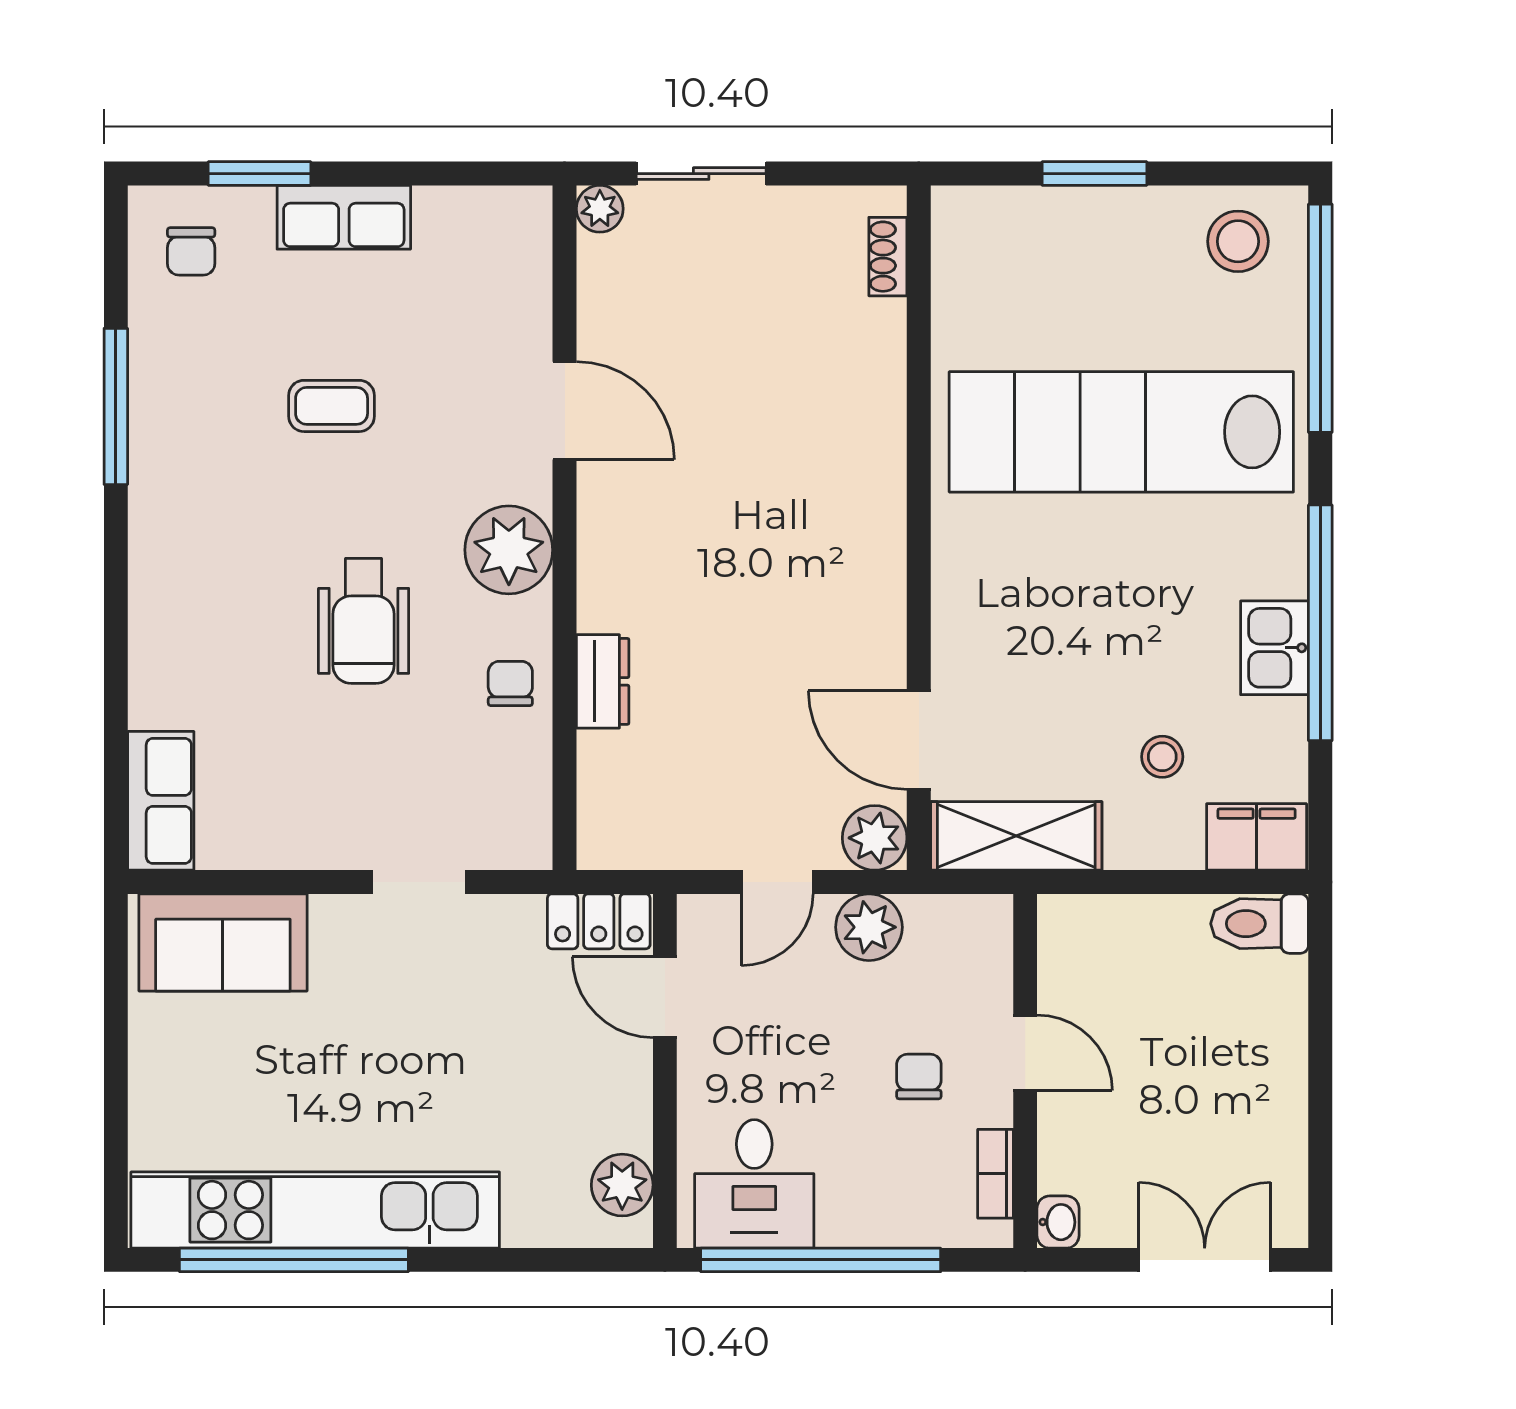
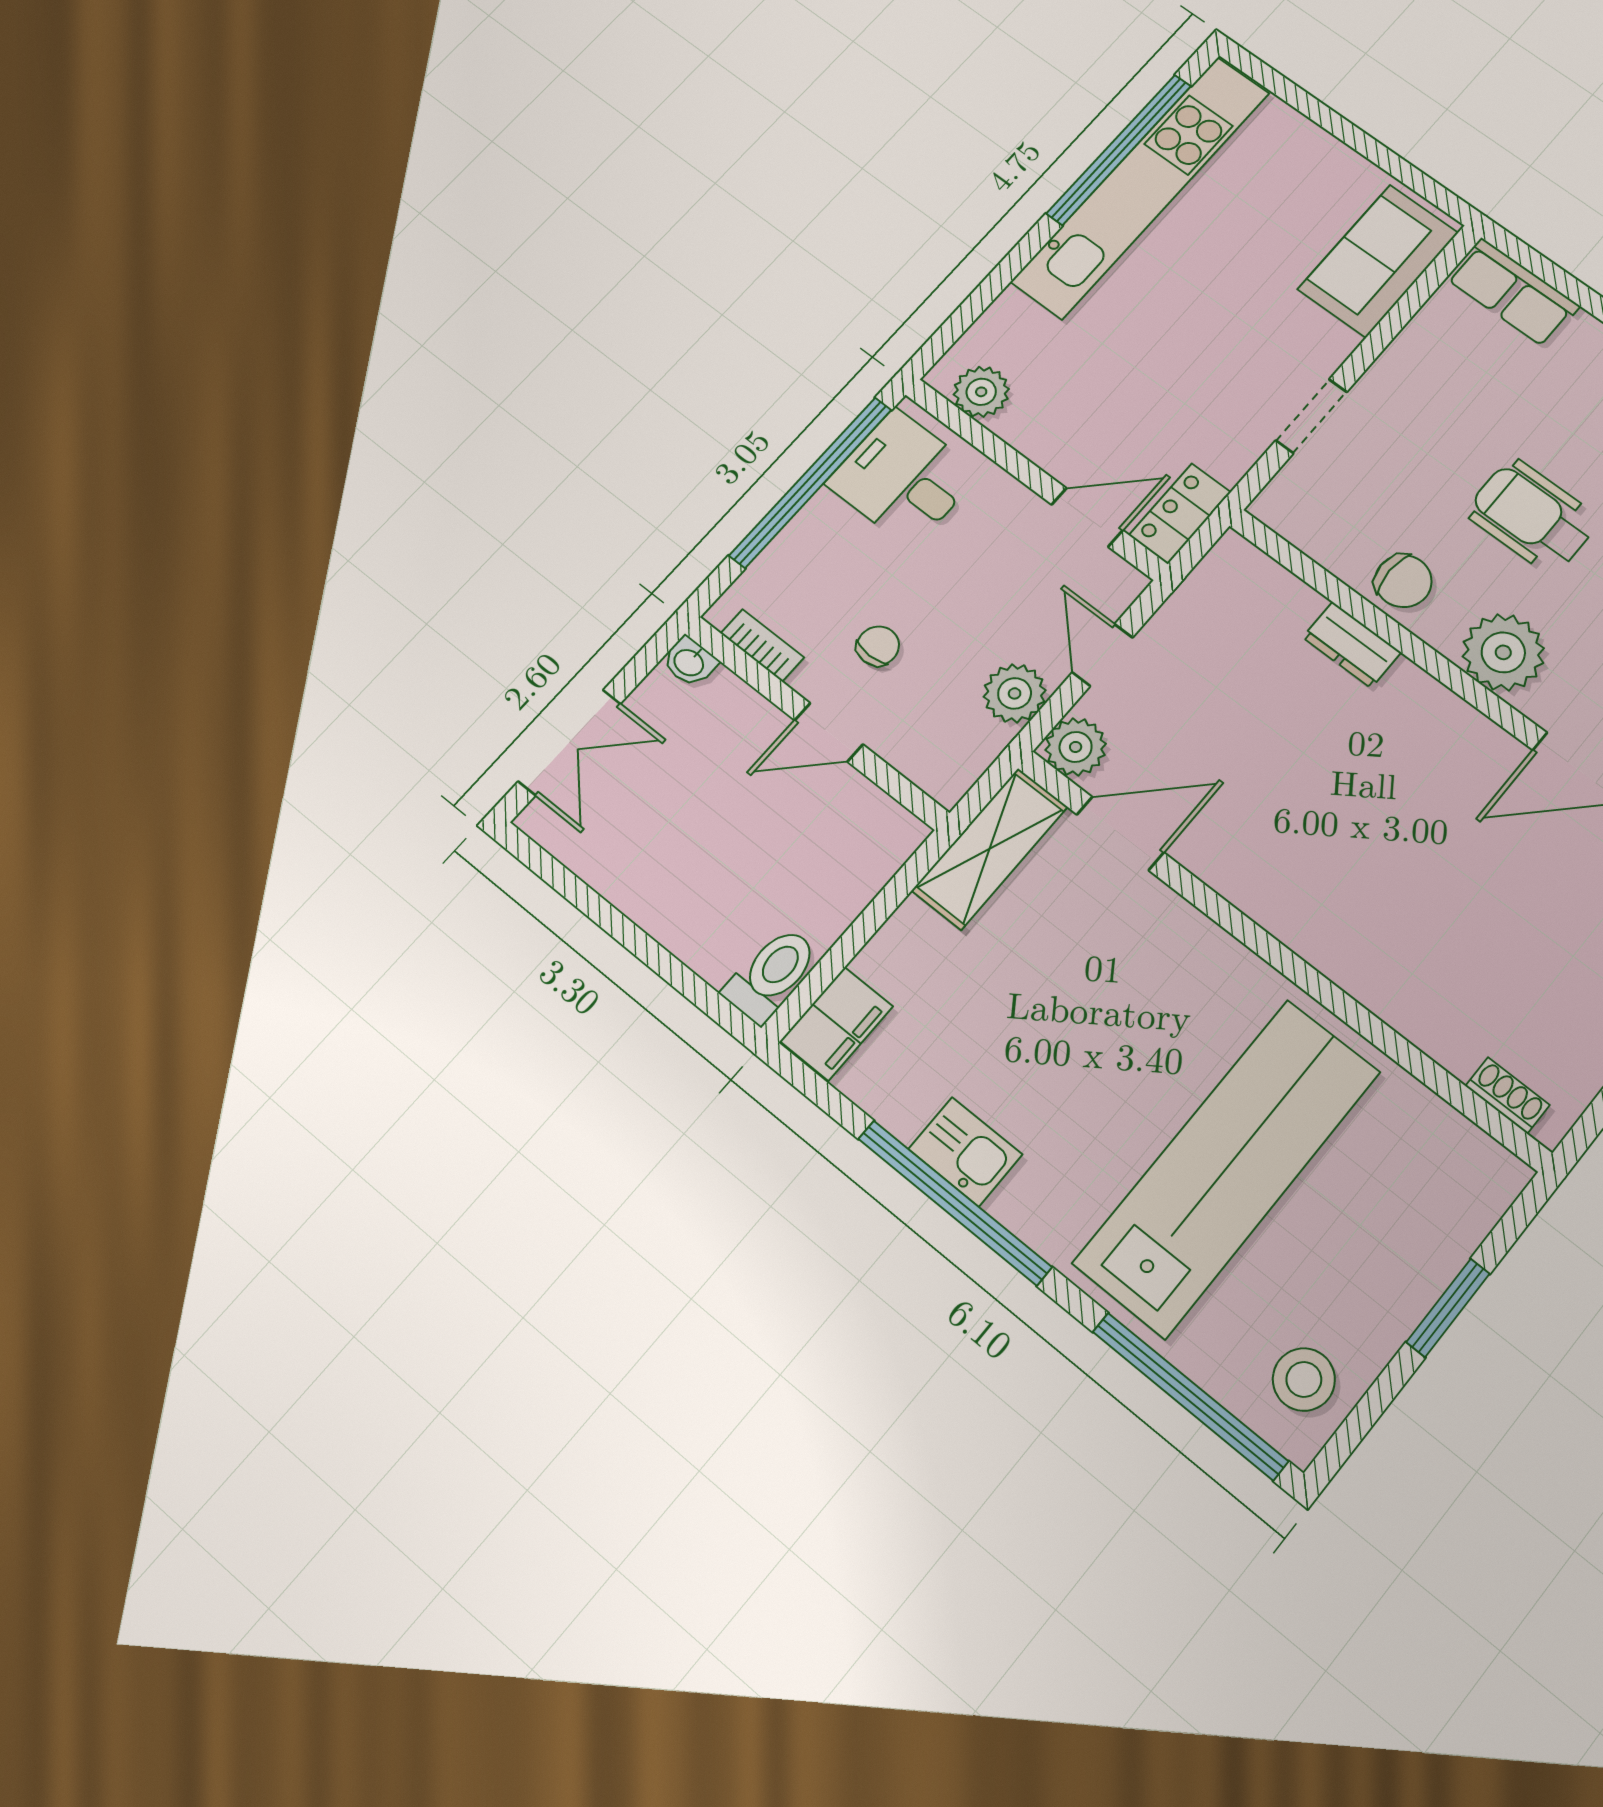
chair: (510, 684) -> (1403, 581), width x1.37, depth x1.37
stool: (1162, 757) -> (956, 1001), removed
chair: (919, 1076) -> (878, 646), turned -90

